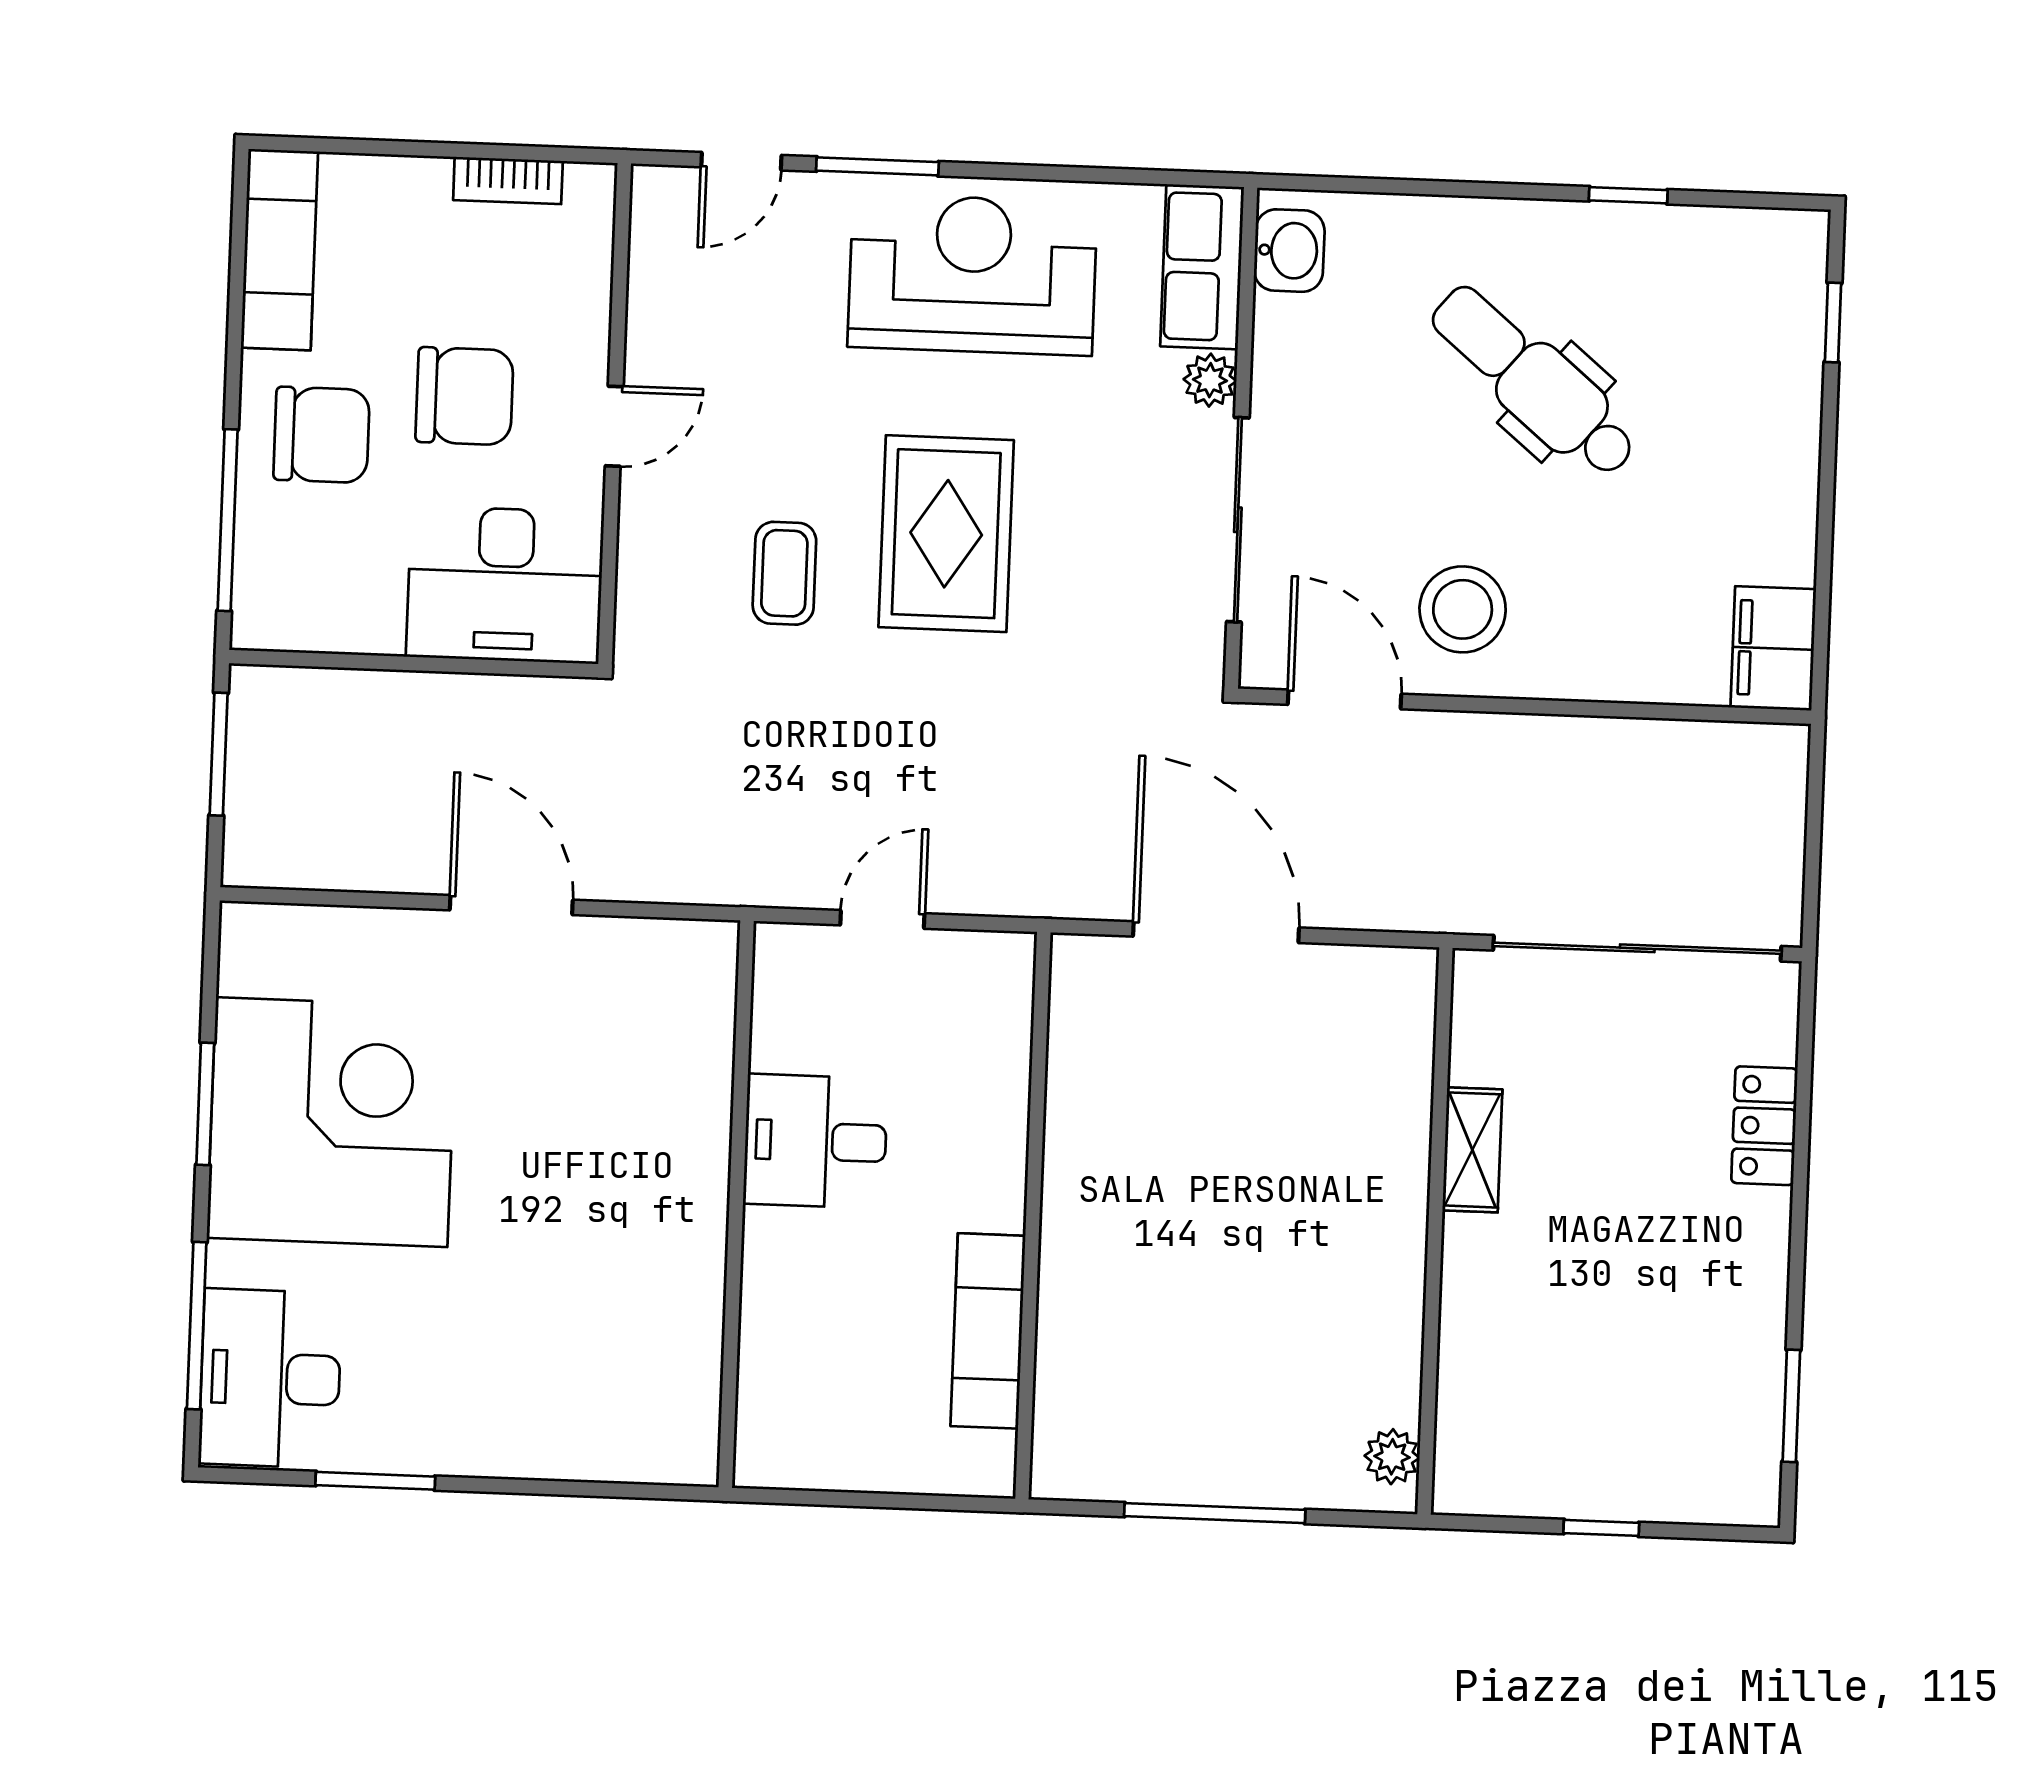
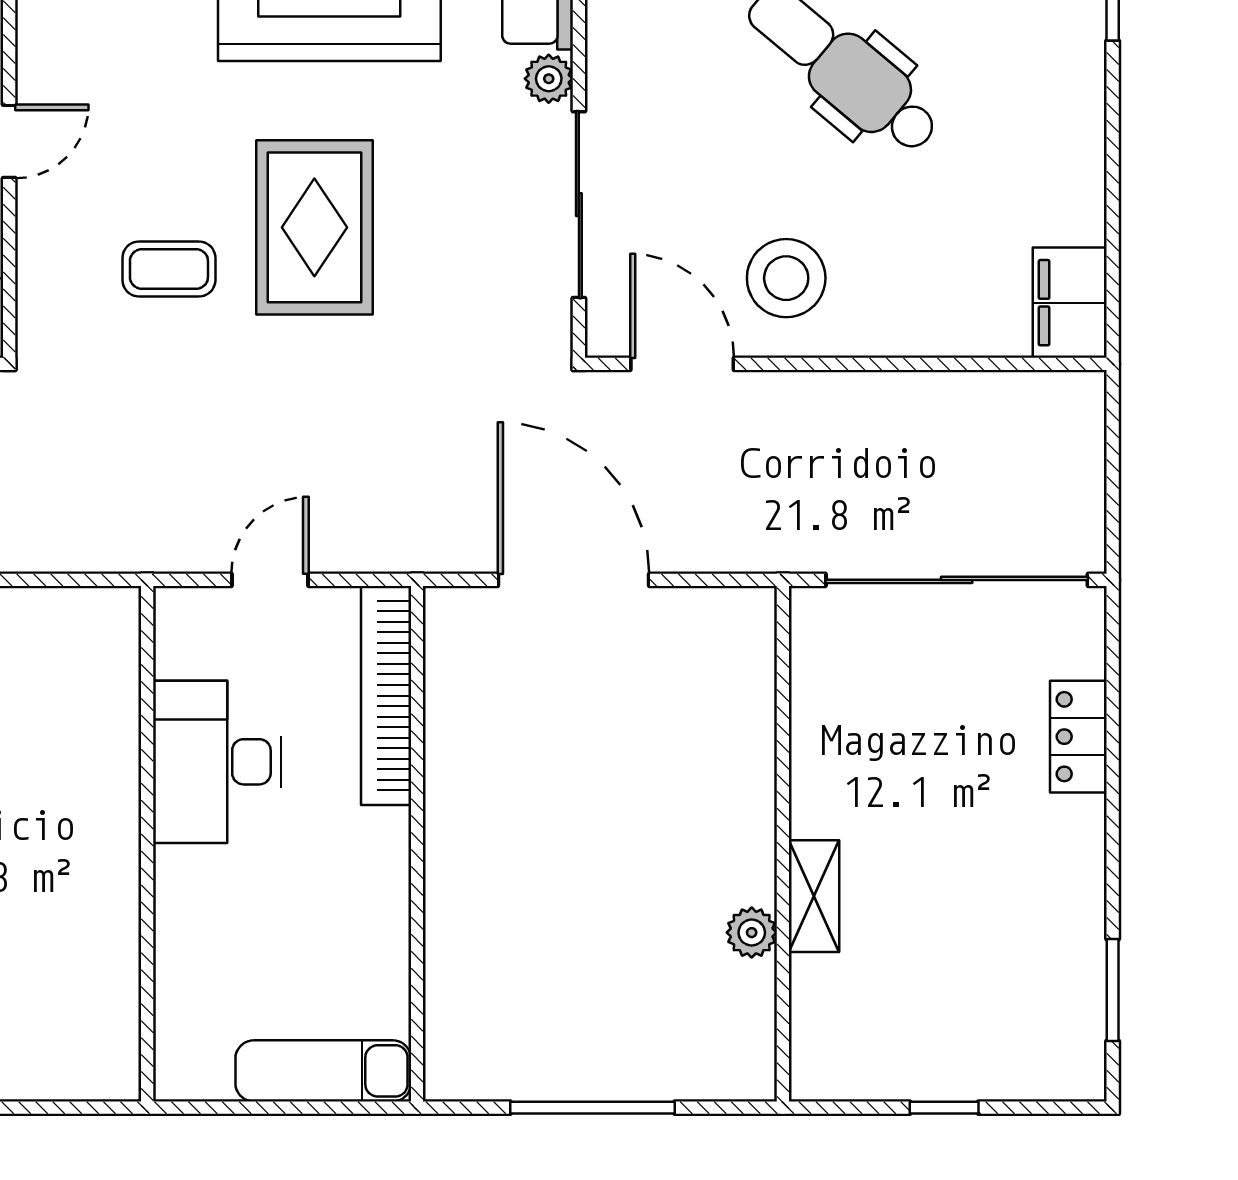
coffee table: (784, 573) -> (169, 269), turned 90
bookcase: (1005, 1051) -> (386, 696), added
desk: (815, 1141) -> (217, 762), width x1.37
shelving: (1472, 1150) -> (814, 896), moved
exam couch: (988, 1331) -> (323, 1071), moved, turned 90
plant: (1392, 1457) -> (752, 933), moved

